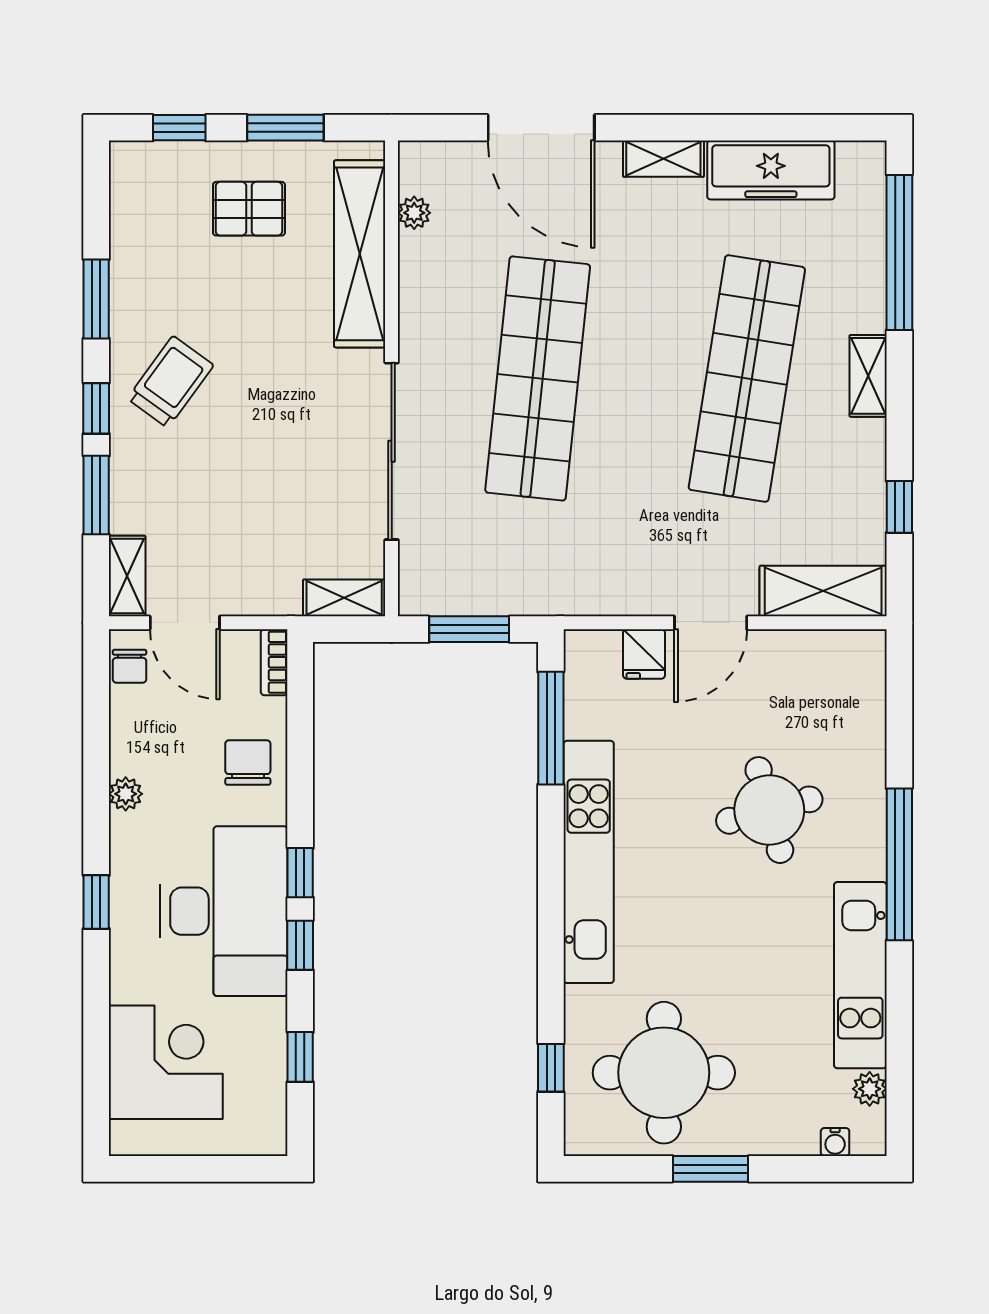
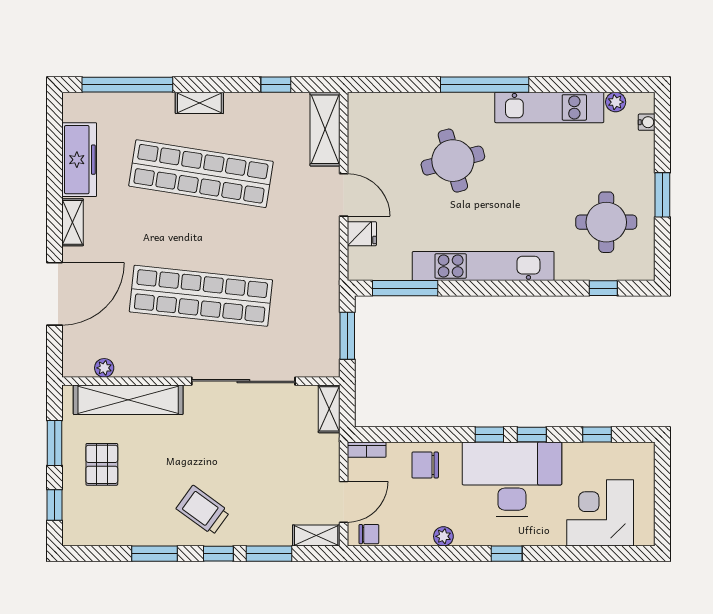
round table: (664, 1073) -> (606, 222), width x0.73, depth x0.73

